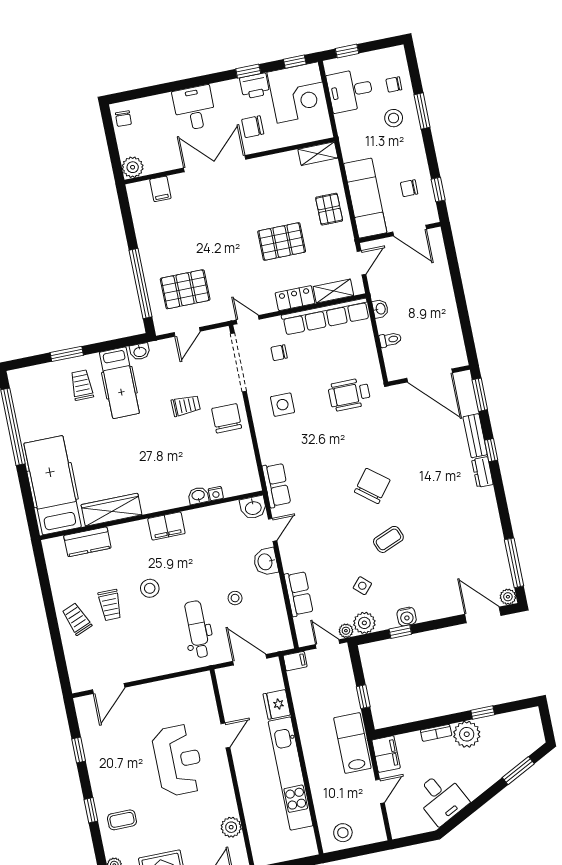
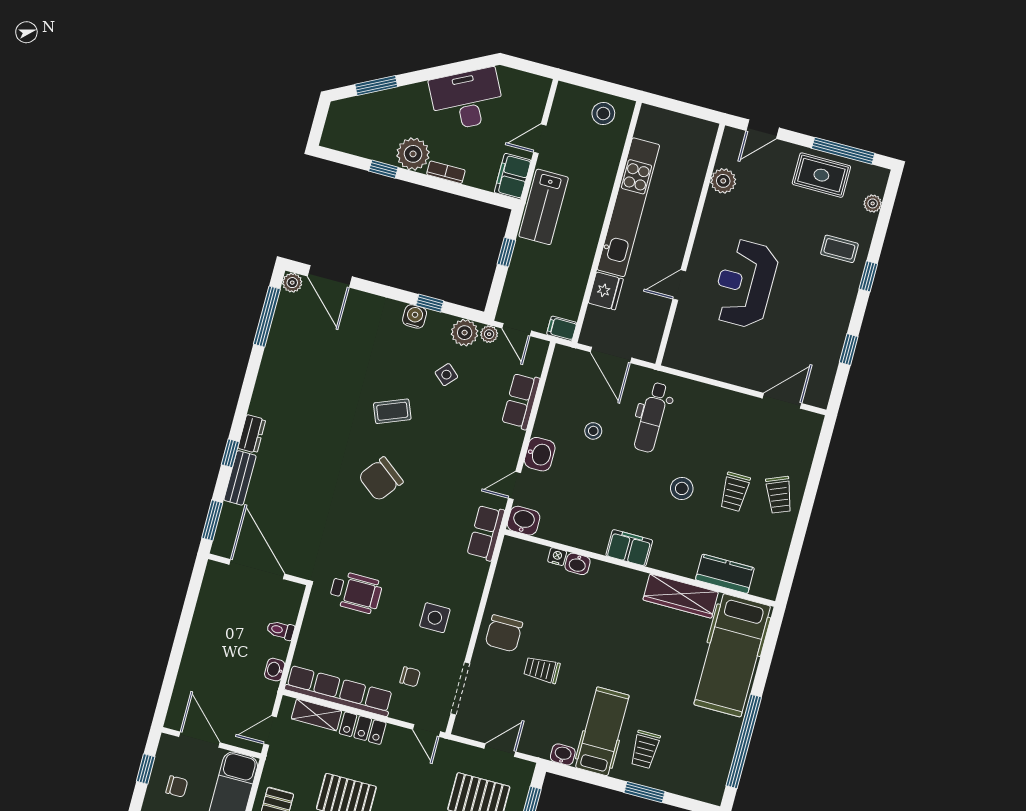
doorway: (238, 362) -> (460, 688), width x0.73
trolley: (110, 605) -> (735, 492), turned 180
desk: (441, 798) -> (467, 100), width x1.37

